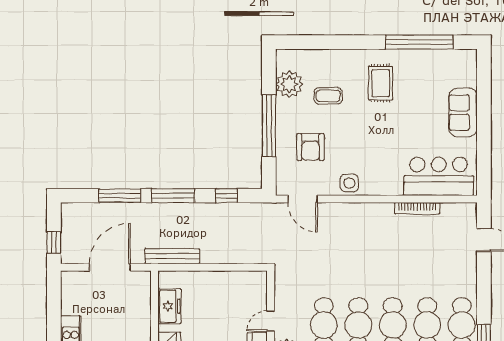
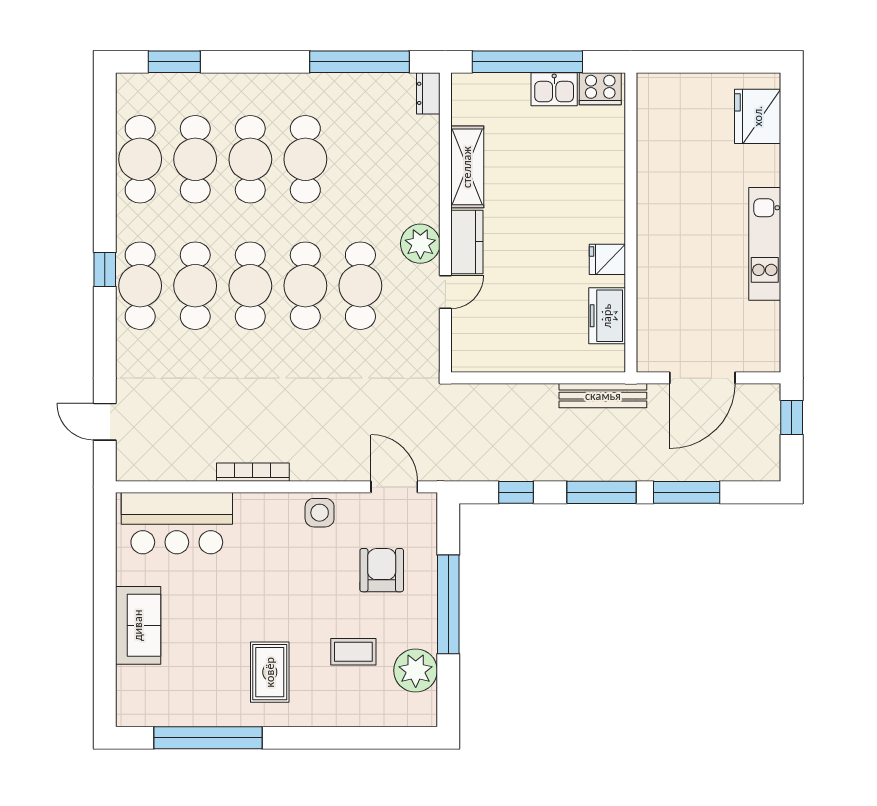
bookcase: (417, 208) -> (253, 472), moved

